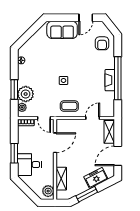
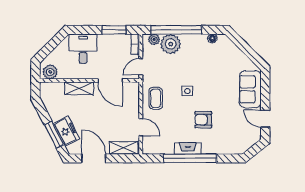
armchair: (102, 43) -> (203, 120), moved
window: (14, 90) -> (176, 30), width x2.11
window: (14, 153) -> (114, 30), moved
shelving: (61, 179) -> (79, 88), moved
window: (87, 194) -> (54, 135), moved

